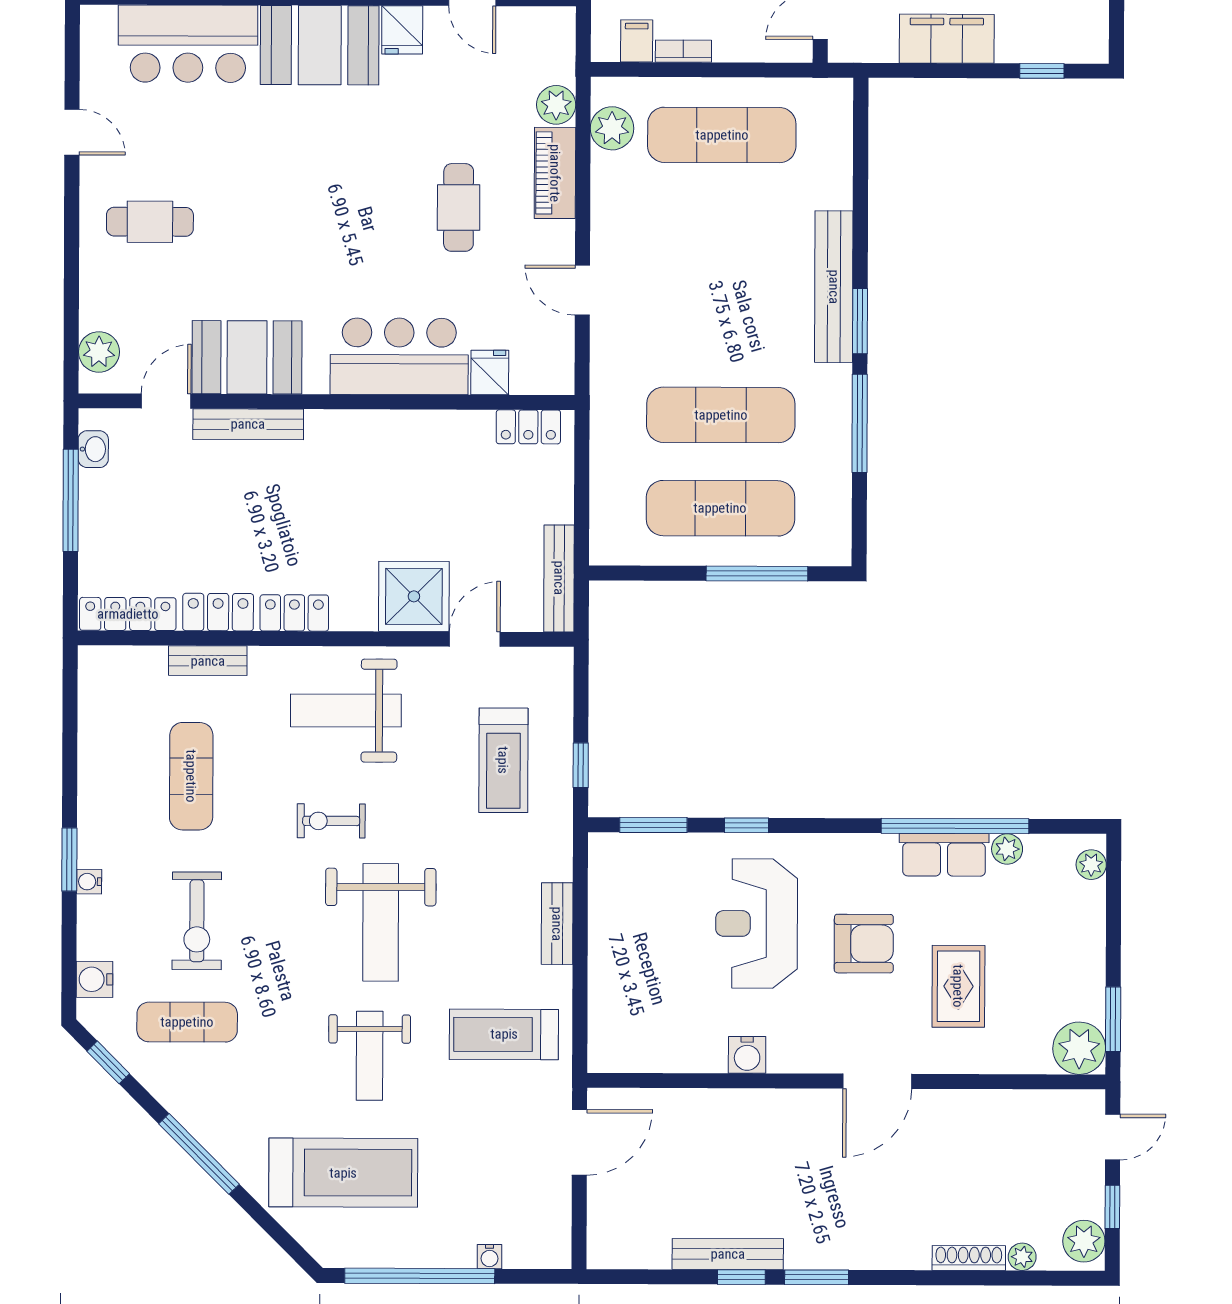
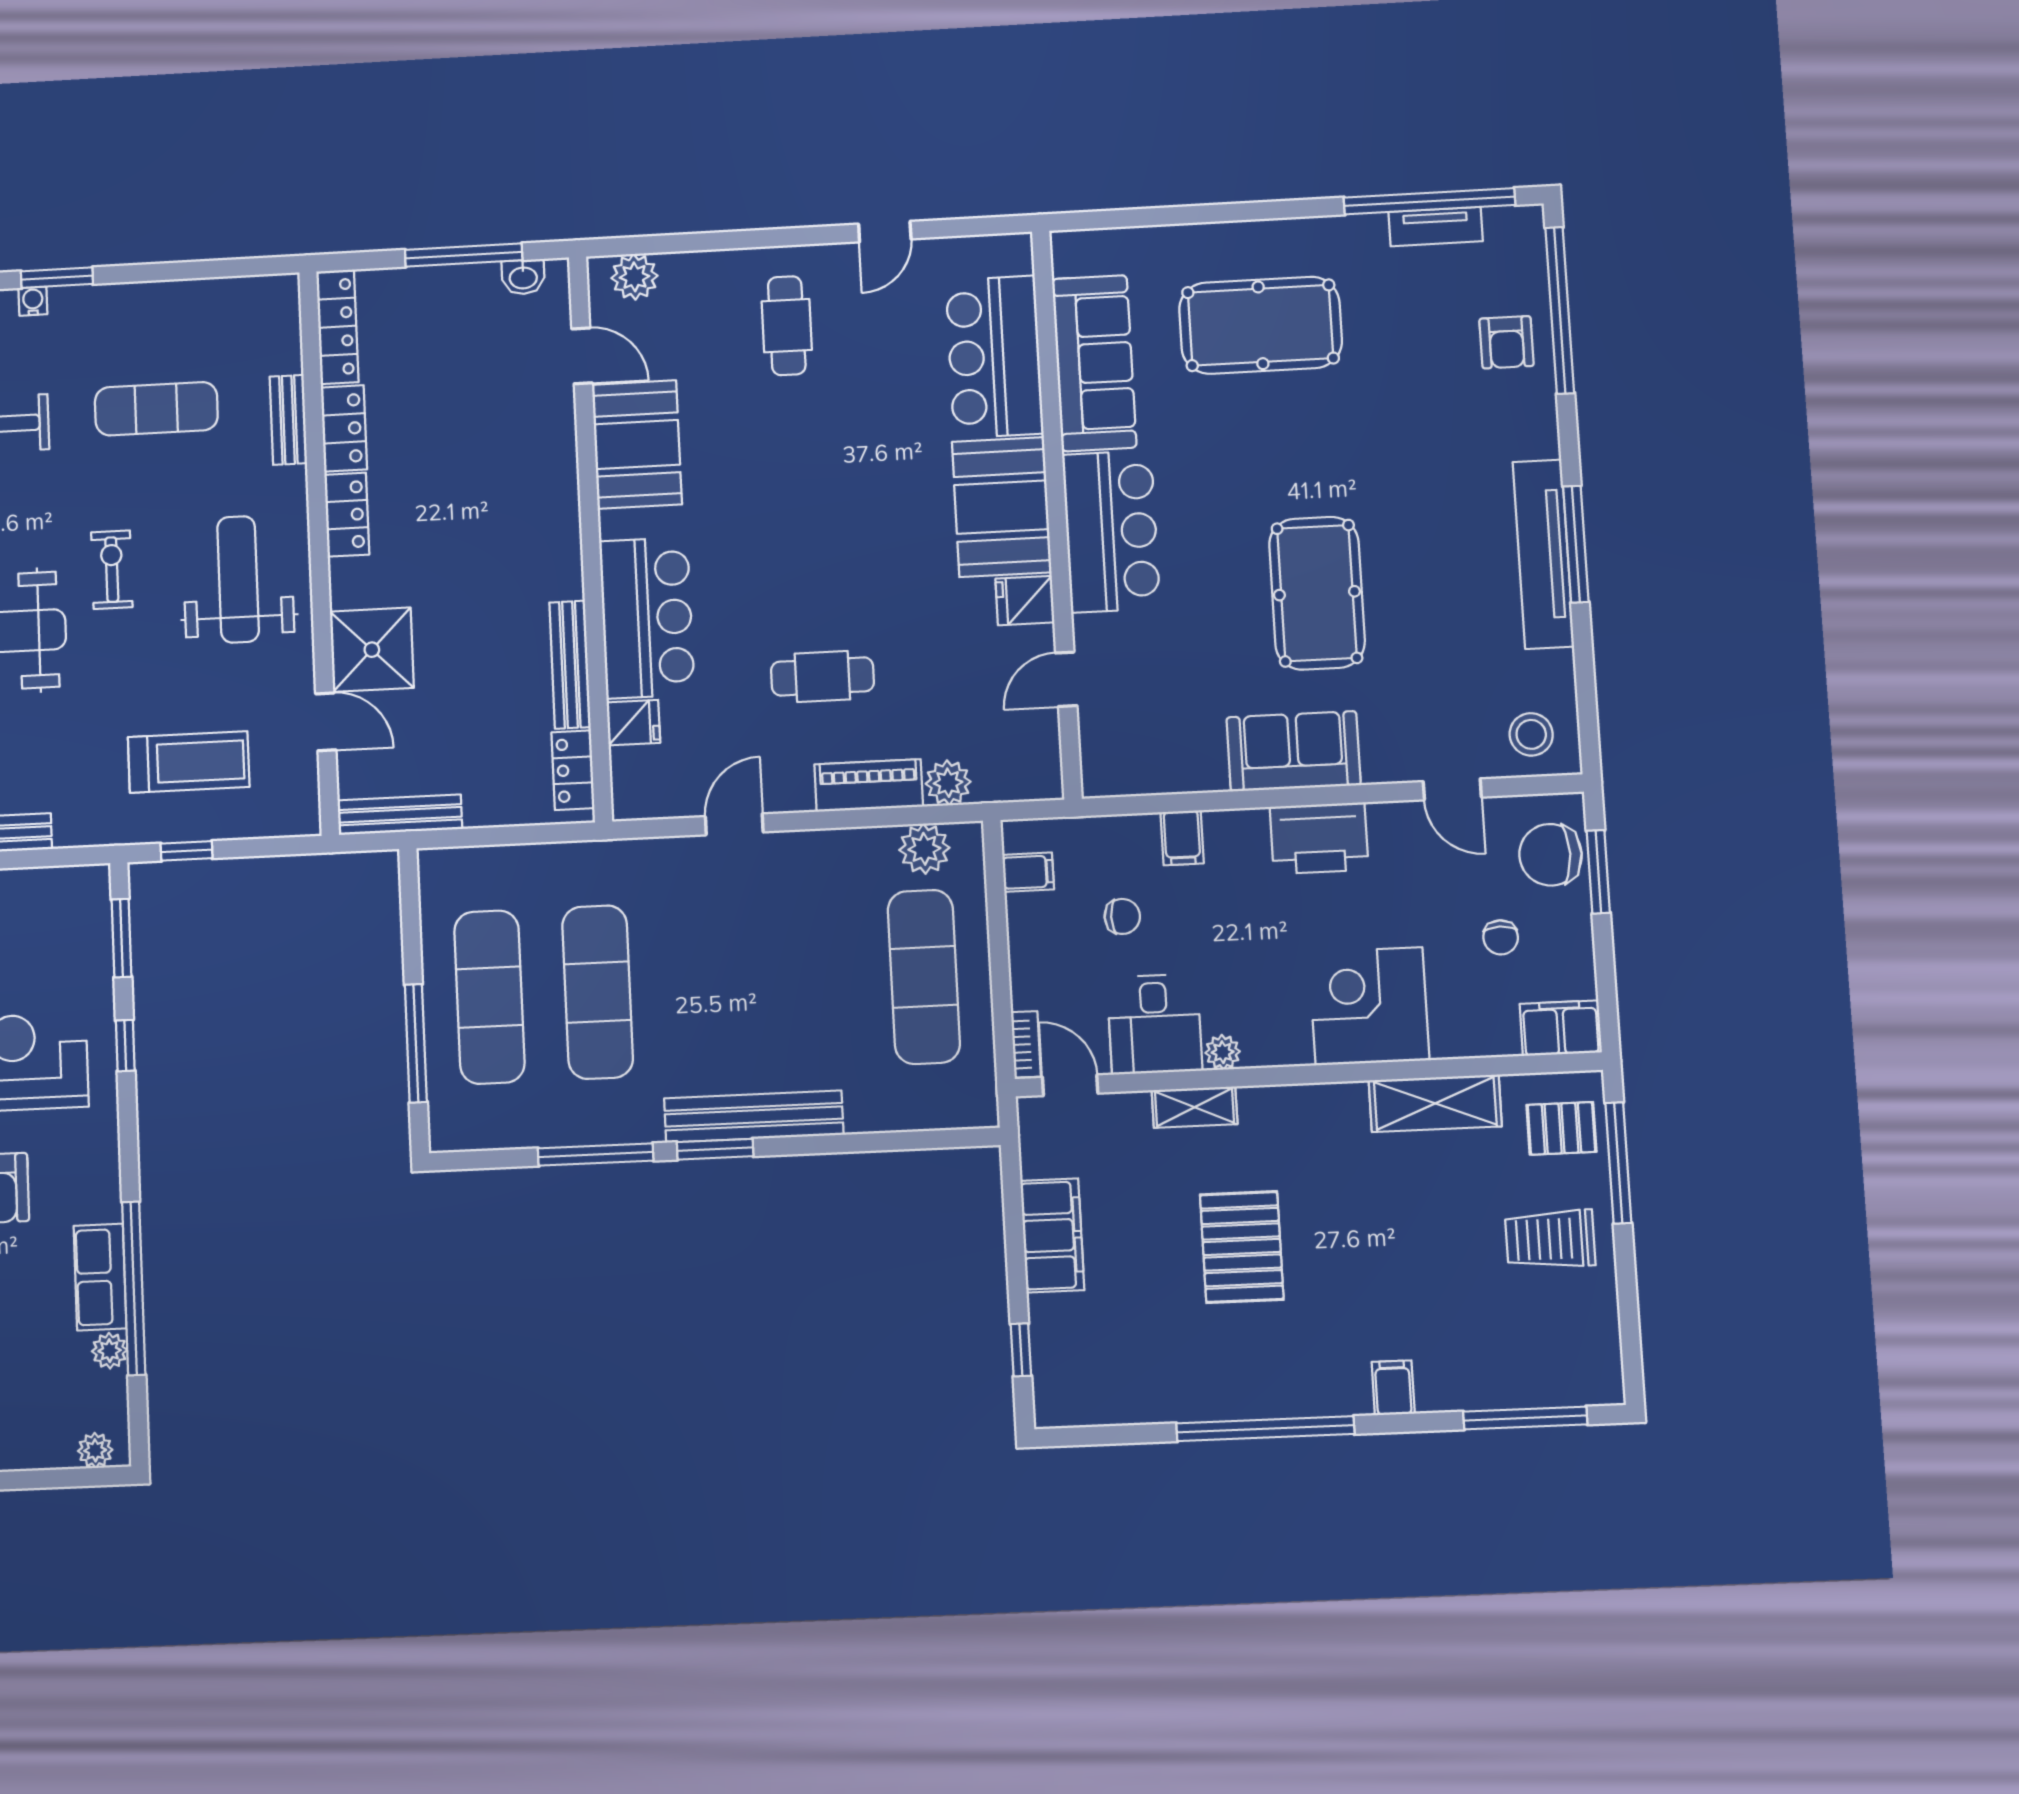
bookcase: (683, 51) -> (1026, 1044), moved
bench: (248, 424) -> (570, 665), moved
treadmill: (503, 760) -> (189, 762), turned 180

